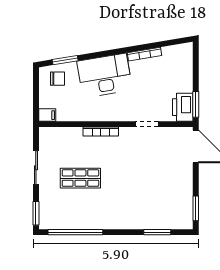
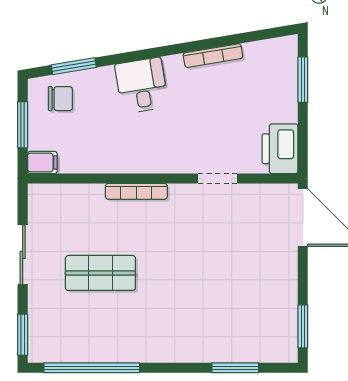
desk: (105, 75) -> (142, 86), width x0.53, depth x0.77
window: (36, 94) -> (23, 125), added
window: (196, 104) -> (303, 80), moved

